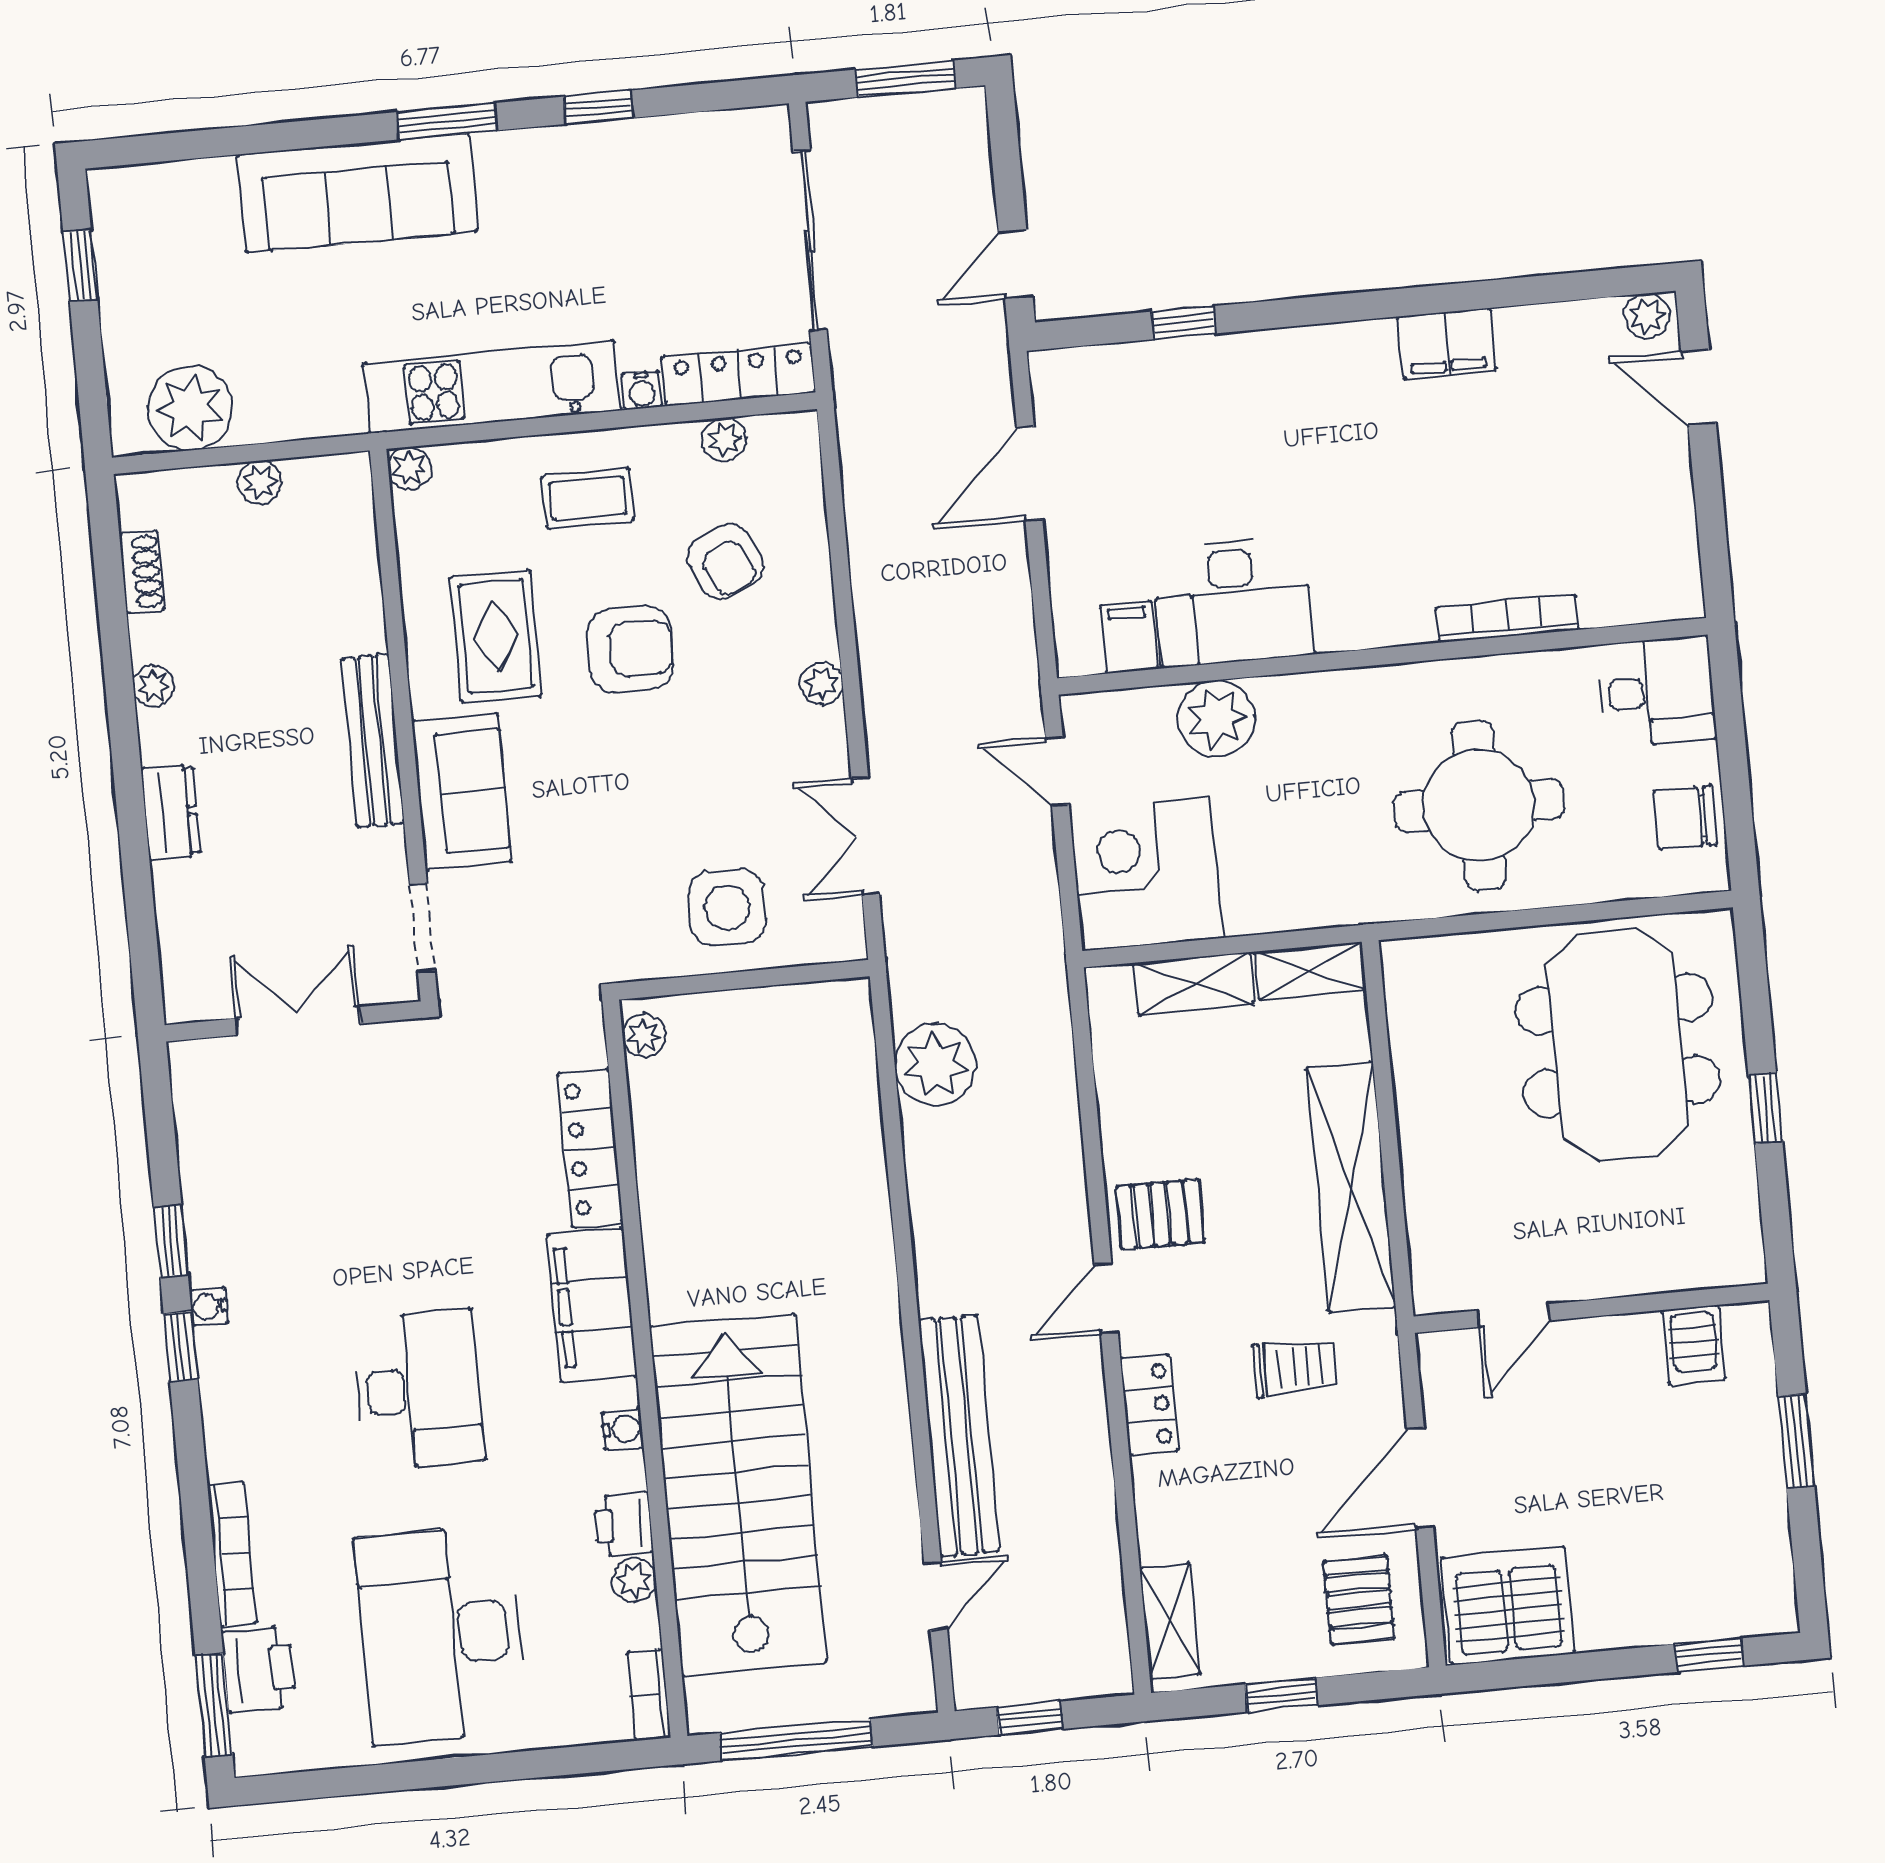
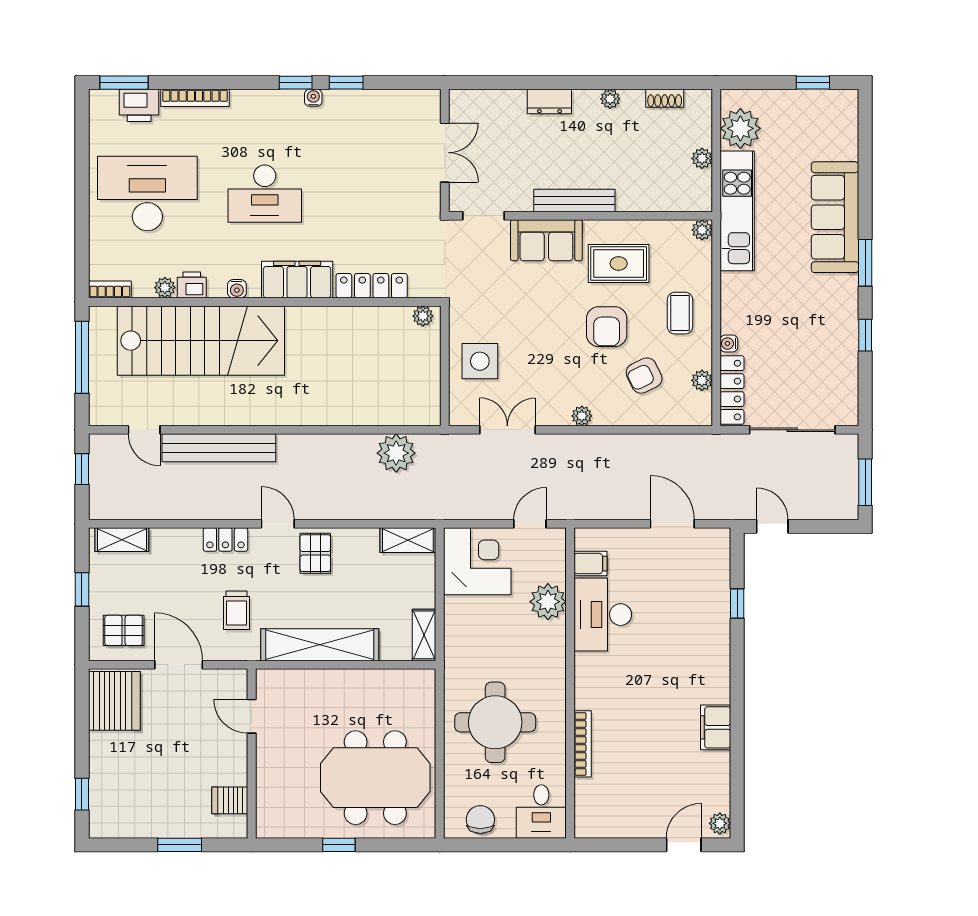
kitchen unit: (492, 387) -> (737, 211), moved
shelving: (1194, 984) -> (408, 540), moved, turned 90

